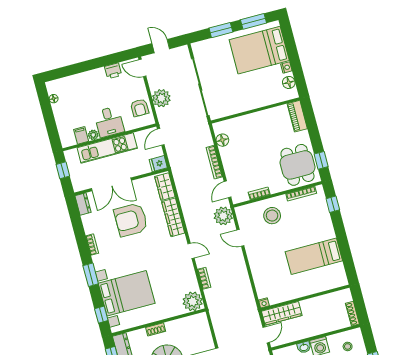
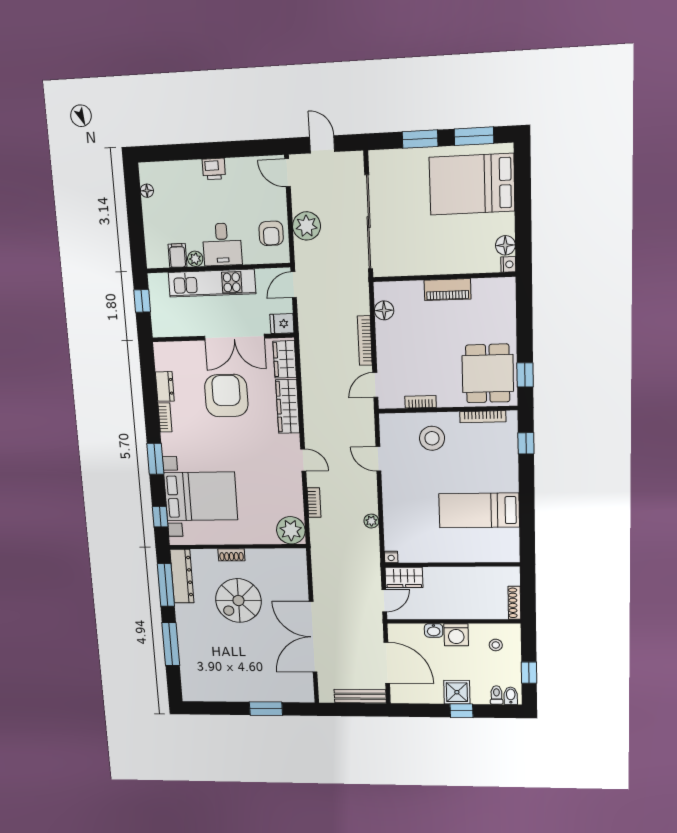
nightstand: (286, 67) -> (508, 264), moved
printer: (113, 71) -> (214, 169), moved
piano: (297, 116) -> (447, 290), moved, turned -90
double door: (111, 184) -> (234, 337), moved
dresser: (83, 204) -> (165, 386), moved
plant: (223, 216) -> (371, 521), moved, width x0.53, depth x0.53
armchair: (131, 220) -> (226, 396), turned 90
wardrobe: (282, 313) -> (404, 577), width x0.67

